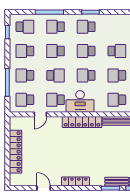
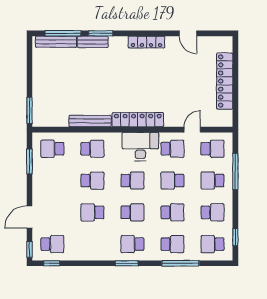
school desk: (86, 27) -> (132, 244), turned 180
school desk: (25, 75) -> (212, 181), turned 180

